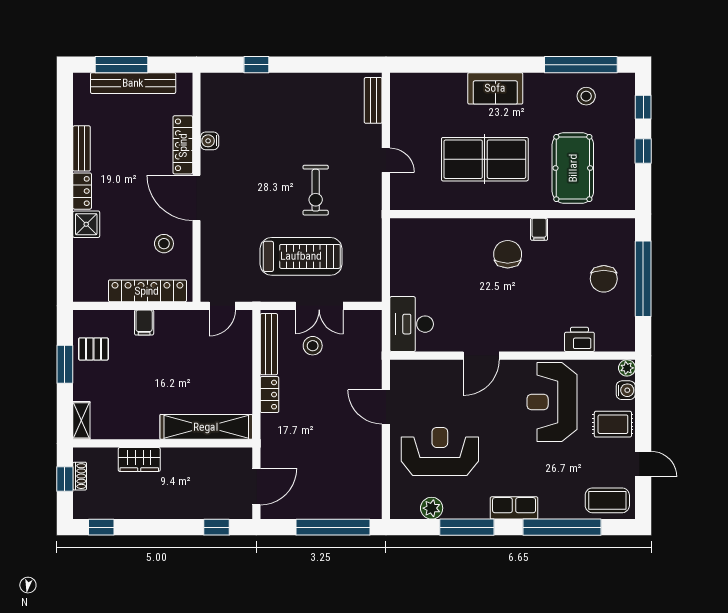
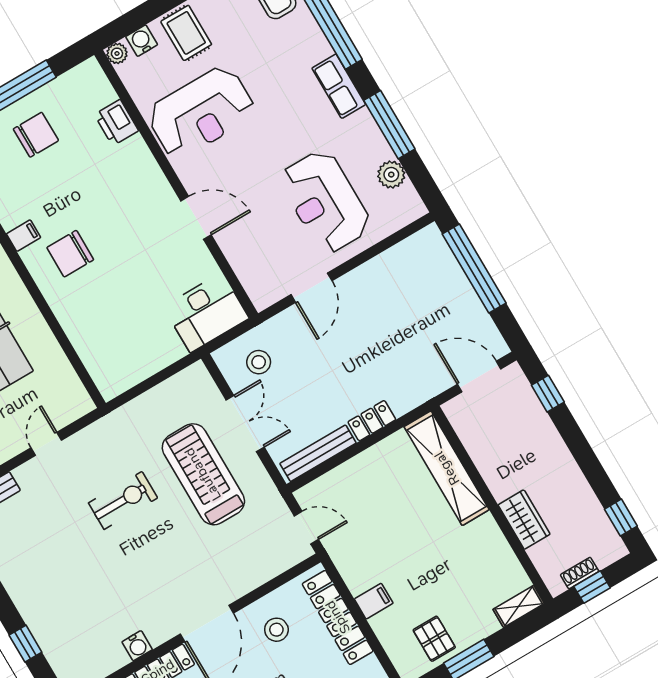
stool: (313, 346) -> (259, 362), moved

